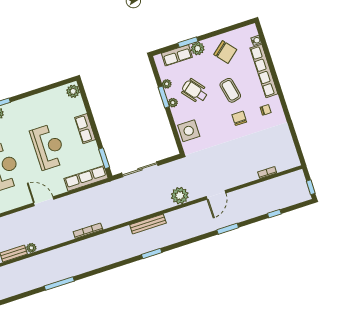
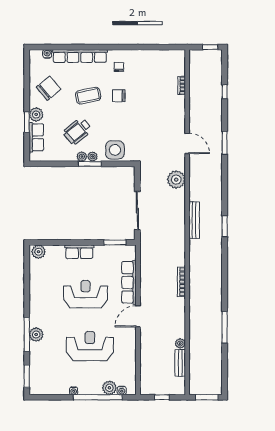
plant: (167, 84) -> (92, 157), moved
window: (164, 97) -> (90, 164), moved
row of seats: (86, 178) -> (129, 282), moved

